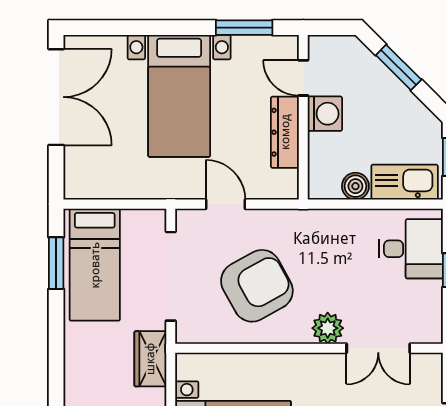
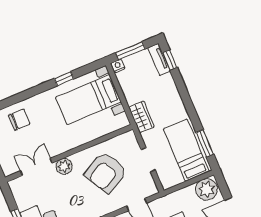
plant: (88, 179) -> (207, 189), added
doorway: (171, 276) -> (148, 160), width x0.53

